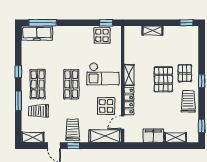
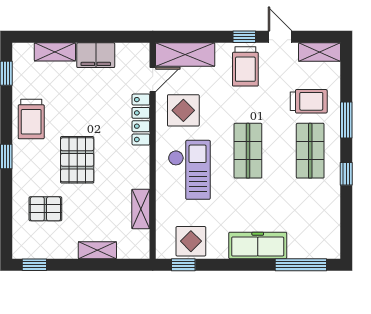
freezer: (37, 33) -> (258, 245), moved
pallet: (185, 73) -> (45, 209), moved, turned 90
checkout: (103, 74) -> (189, 170), turned 90
shelving: (129, 75) -> (141, 209), moved

